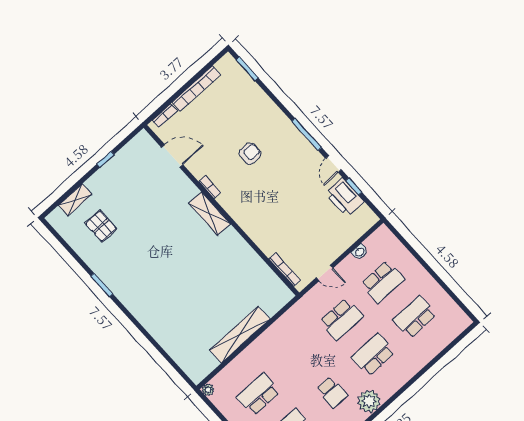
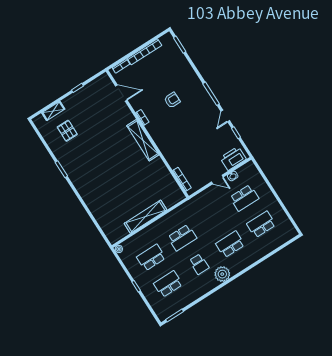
printer: (345, 197) -> (233, 158), moved, turned 90
shelving: (209, 214) -> (143, 140), width x1.47
door: (325, 273) -> (217, 180), moved
school desk: (341, 319) -> (182, 238), moved

